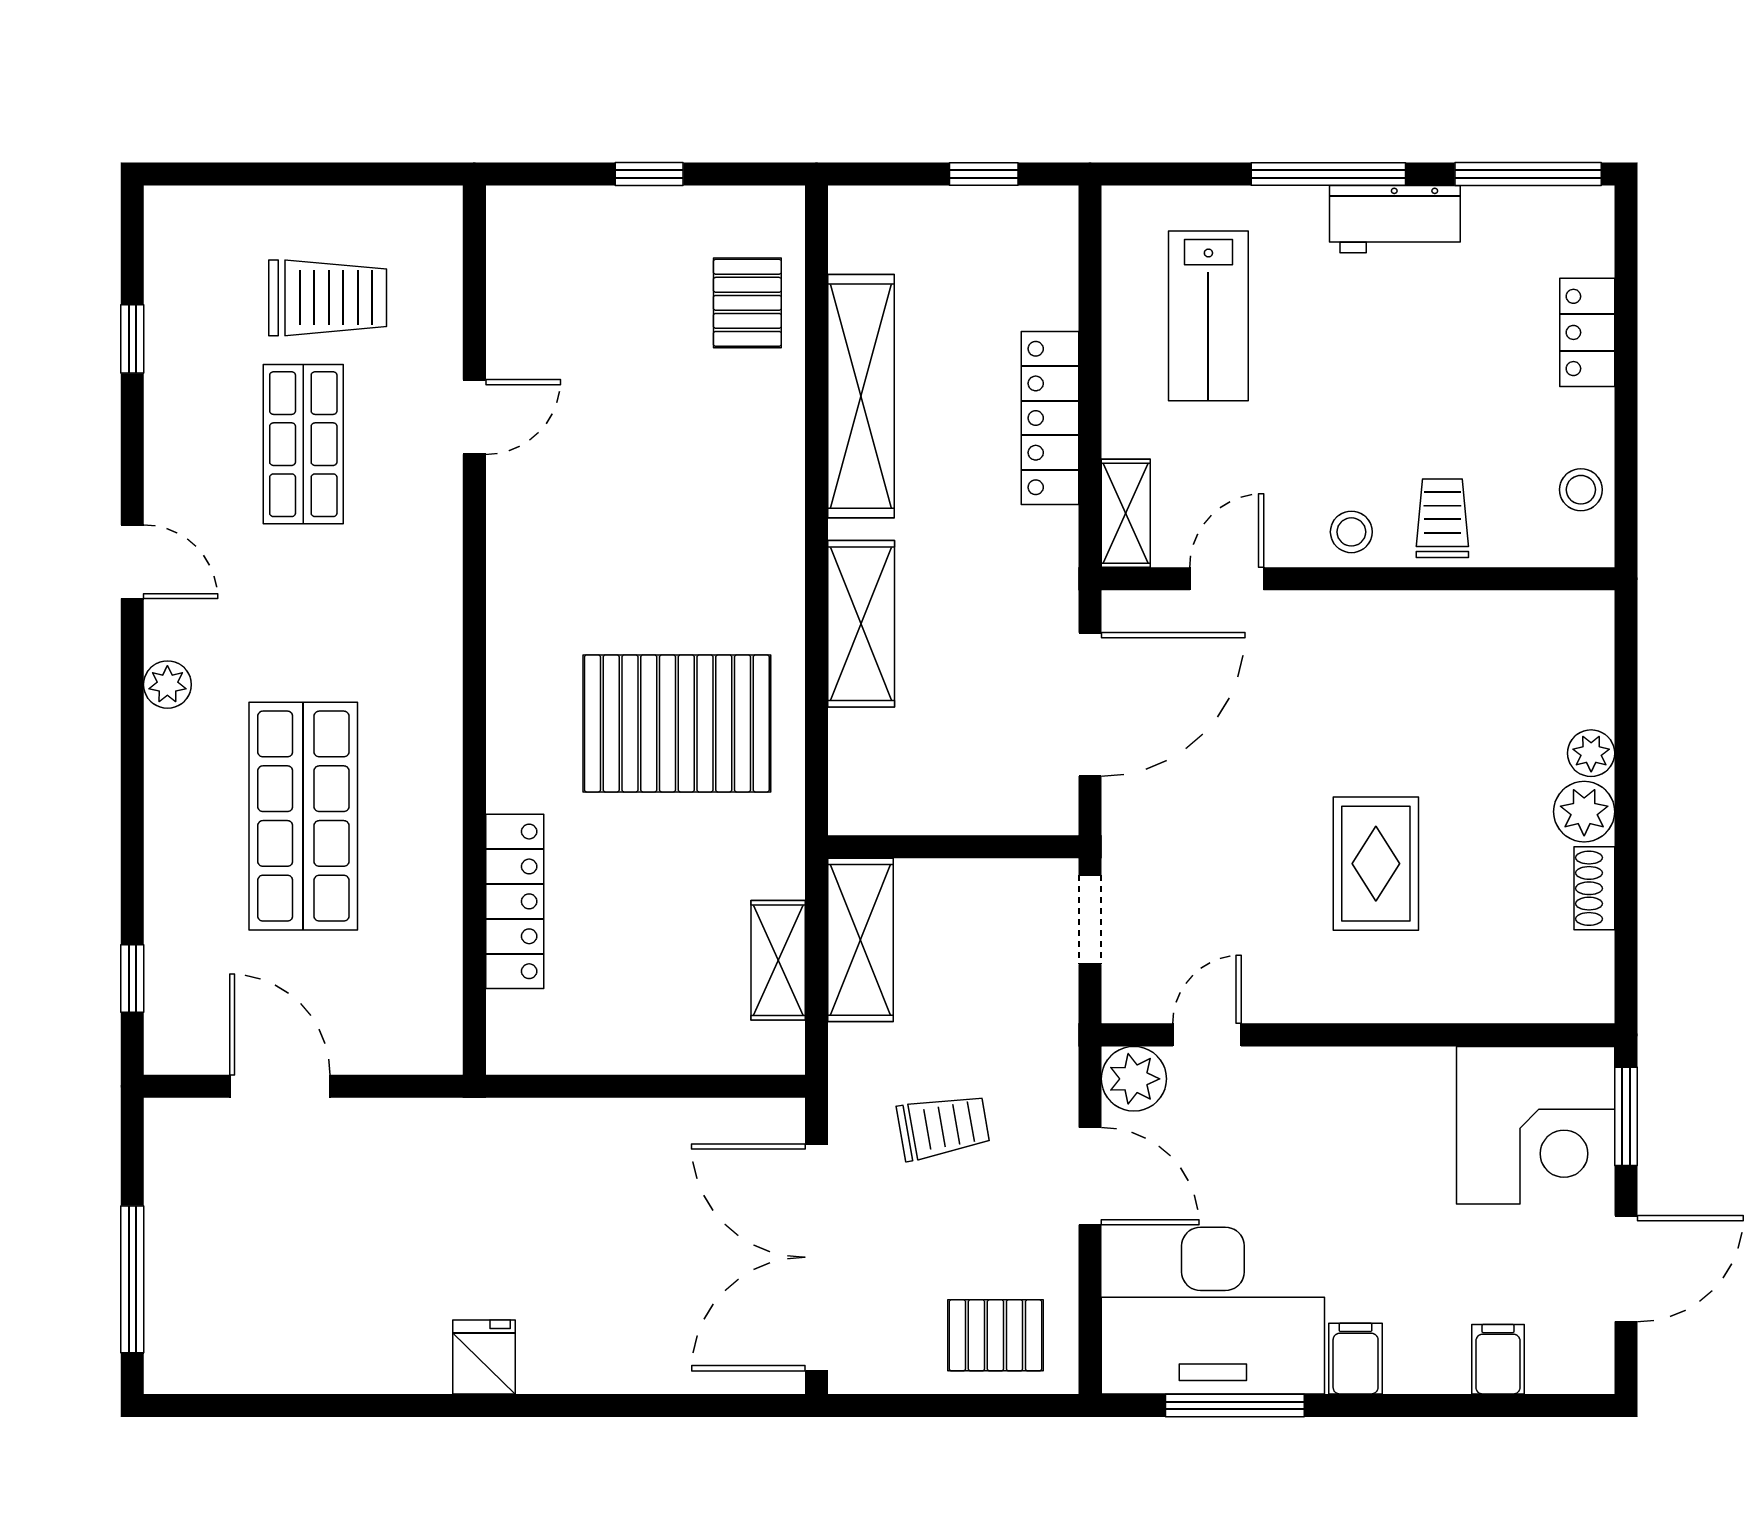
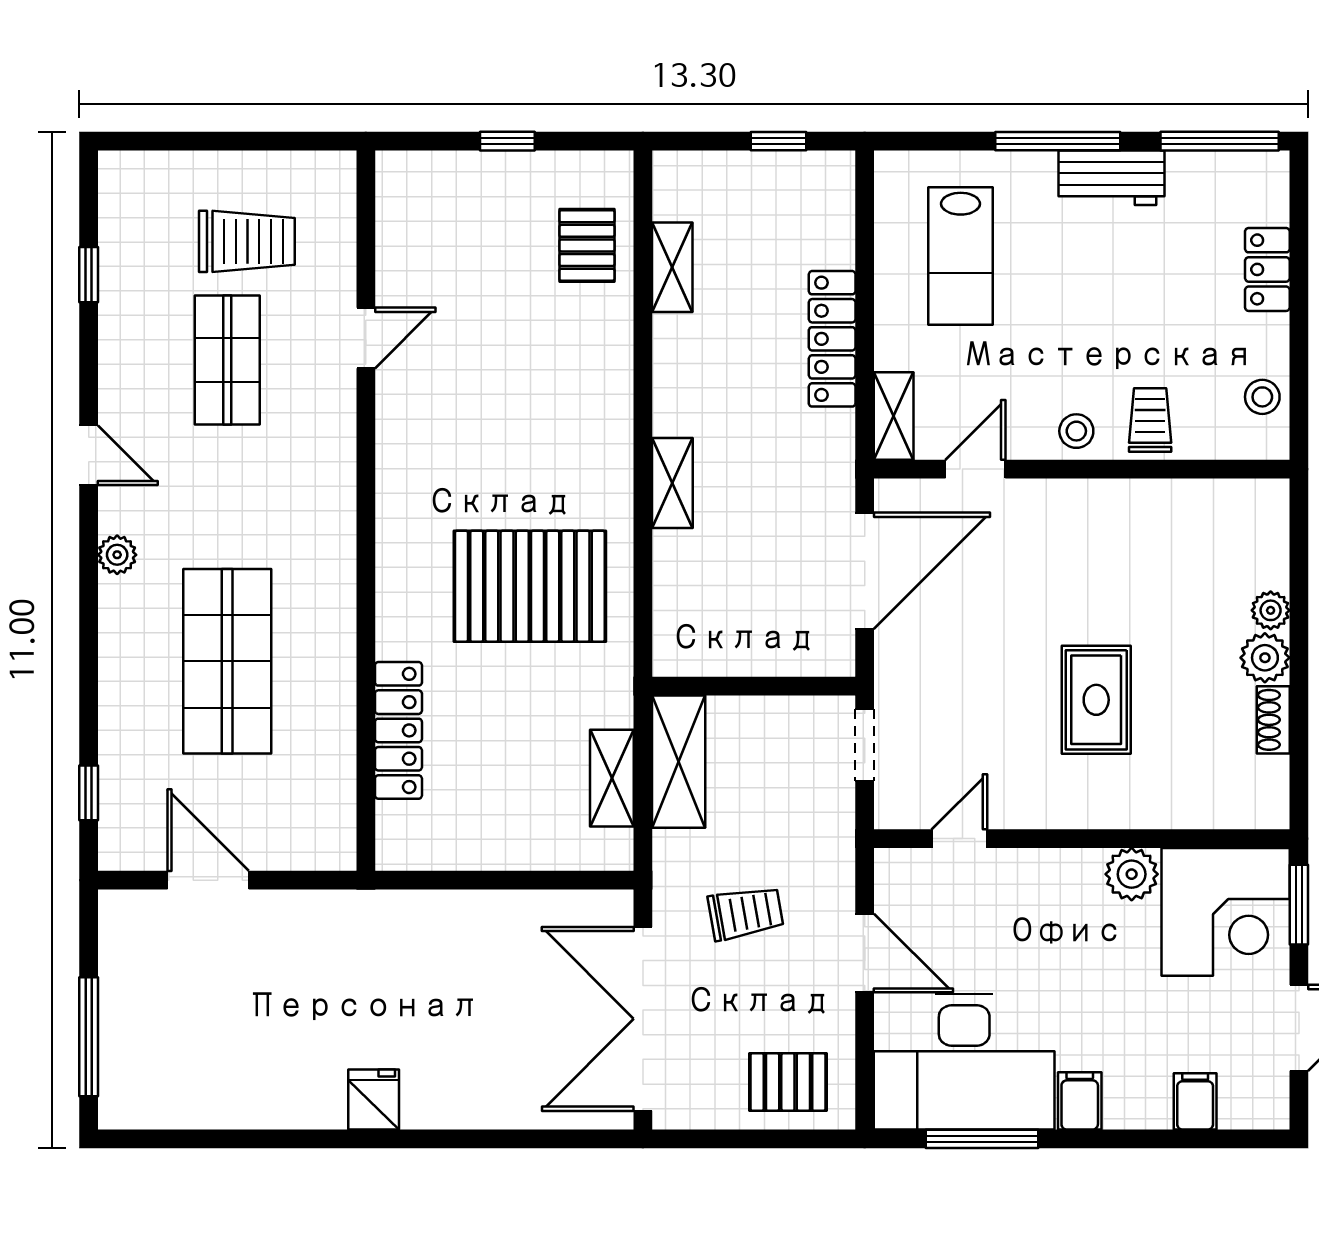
shelving: (861, 396) -> (672, 267), width x0.45, depth x0.75
shelving: (861, 624) -> (672, 483), width x0.67, depth x0.75
plant: (1134, 1079) -> (1132, 874), moved

